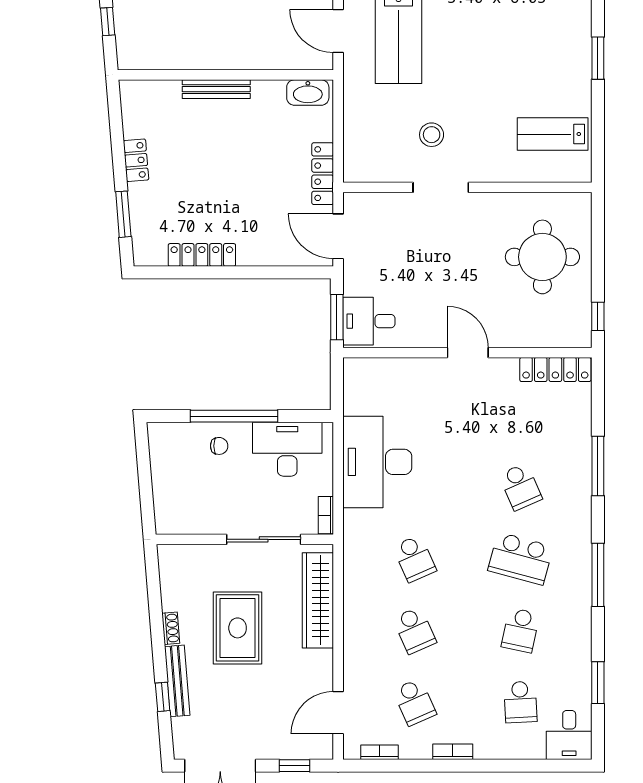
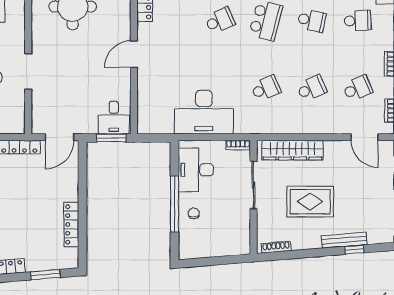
shoe rack: (171, 628) -> (276, 247), moved, width x1.43

